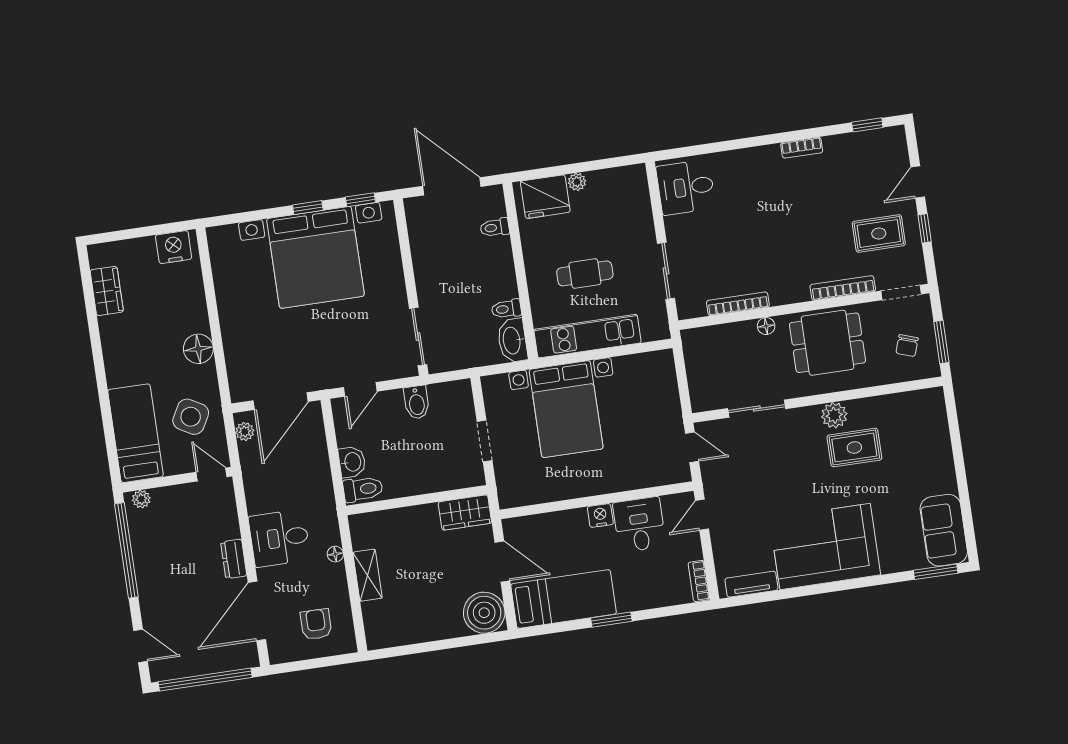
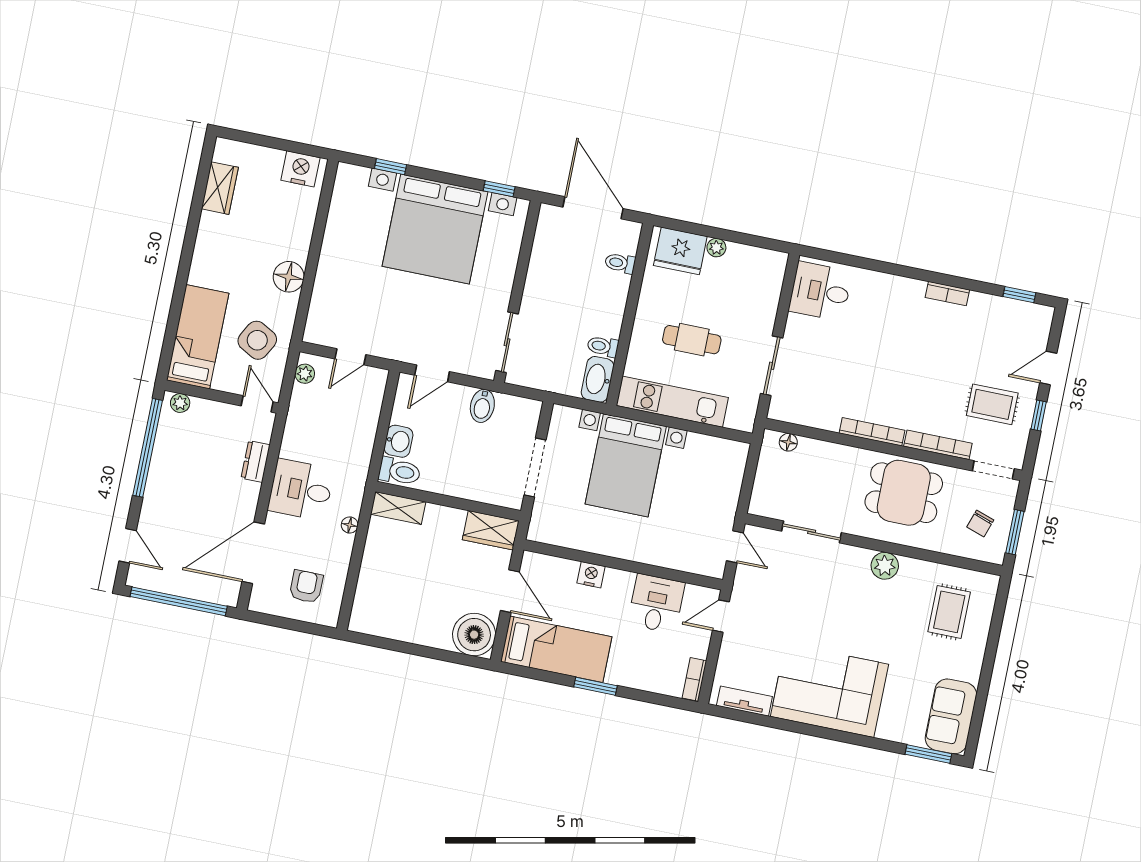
window: (308, 208) -> (390, 167), moved
bookcase: (738, 304) -> (872, 432), moved
floor lamp: (766, 326) -> (788, 442), moved
door: (281, 401) -> (350, 357), width x0.53
doorway: (485, 441) -> (535, 468), width x1.38
rug: (854, 448) -> (949, 612), moved, turned 90
nightstand: (600, 515) -> (591, 575), moved
dresser: (234, 559) -> (256, 461), moved
shelving: (368, 575) -> (398, 508), moved, turned 90

